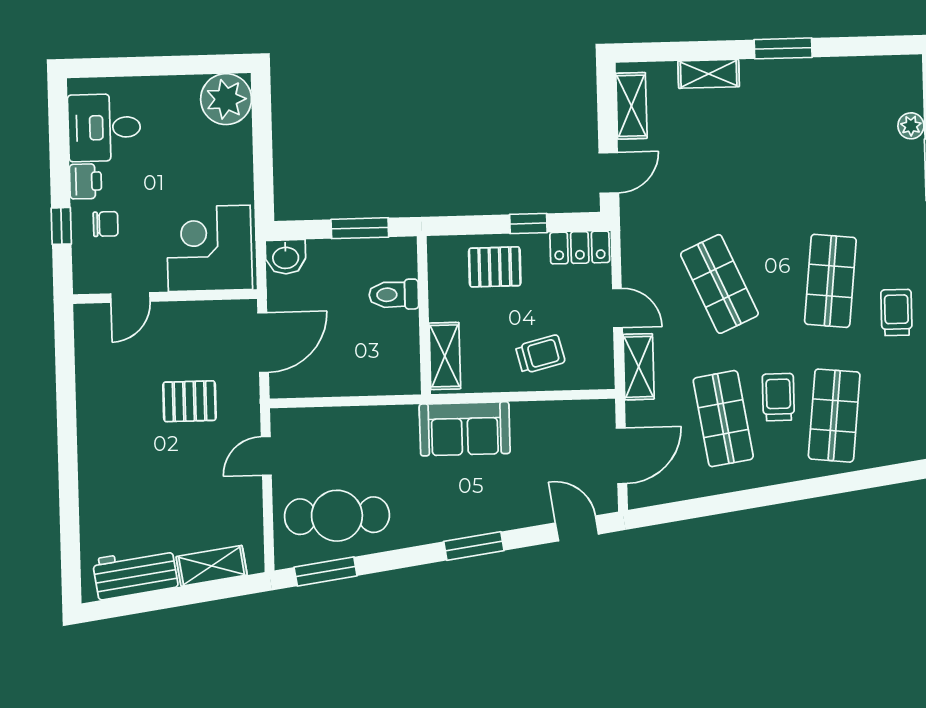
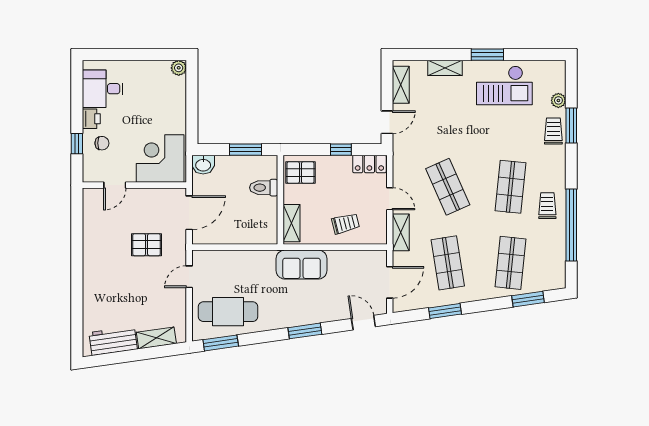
plant: (226, 99) -> (179, 68), width x0.53, depth x0.53
checkout: (815, 102) -> (504, 85), added
pallet: (495, 267) -> (300, 173), moved
trolley: (778, 397) -> (553, 131), moved
window: (867, 479) -> (528, 299), added
window: (721, 504) -> (445, 311), added

